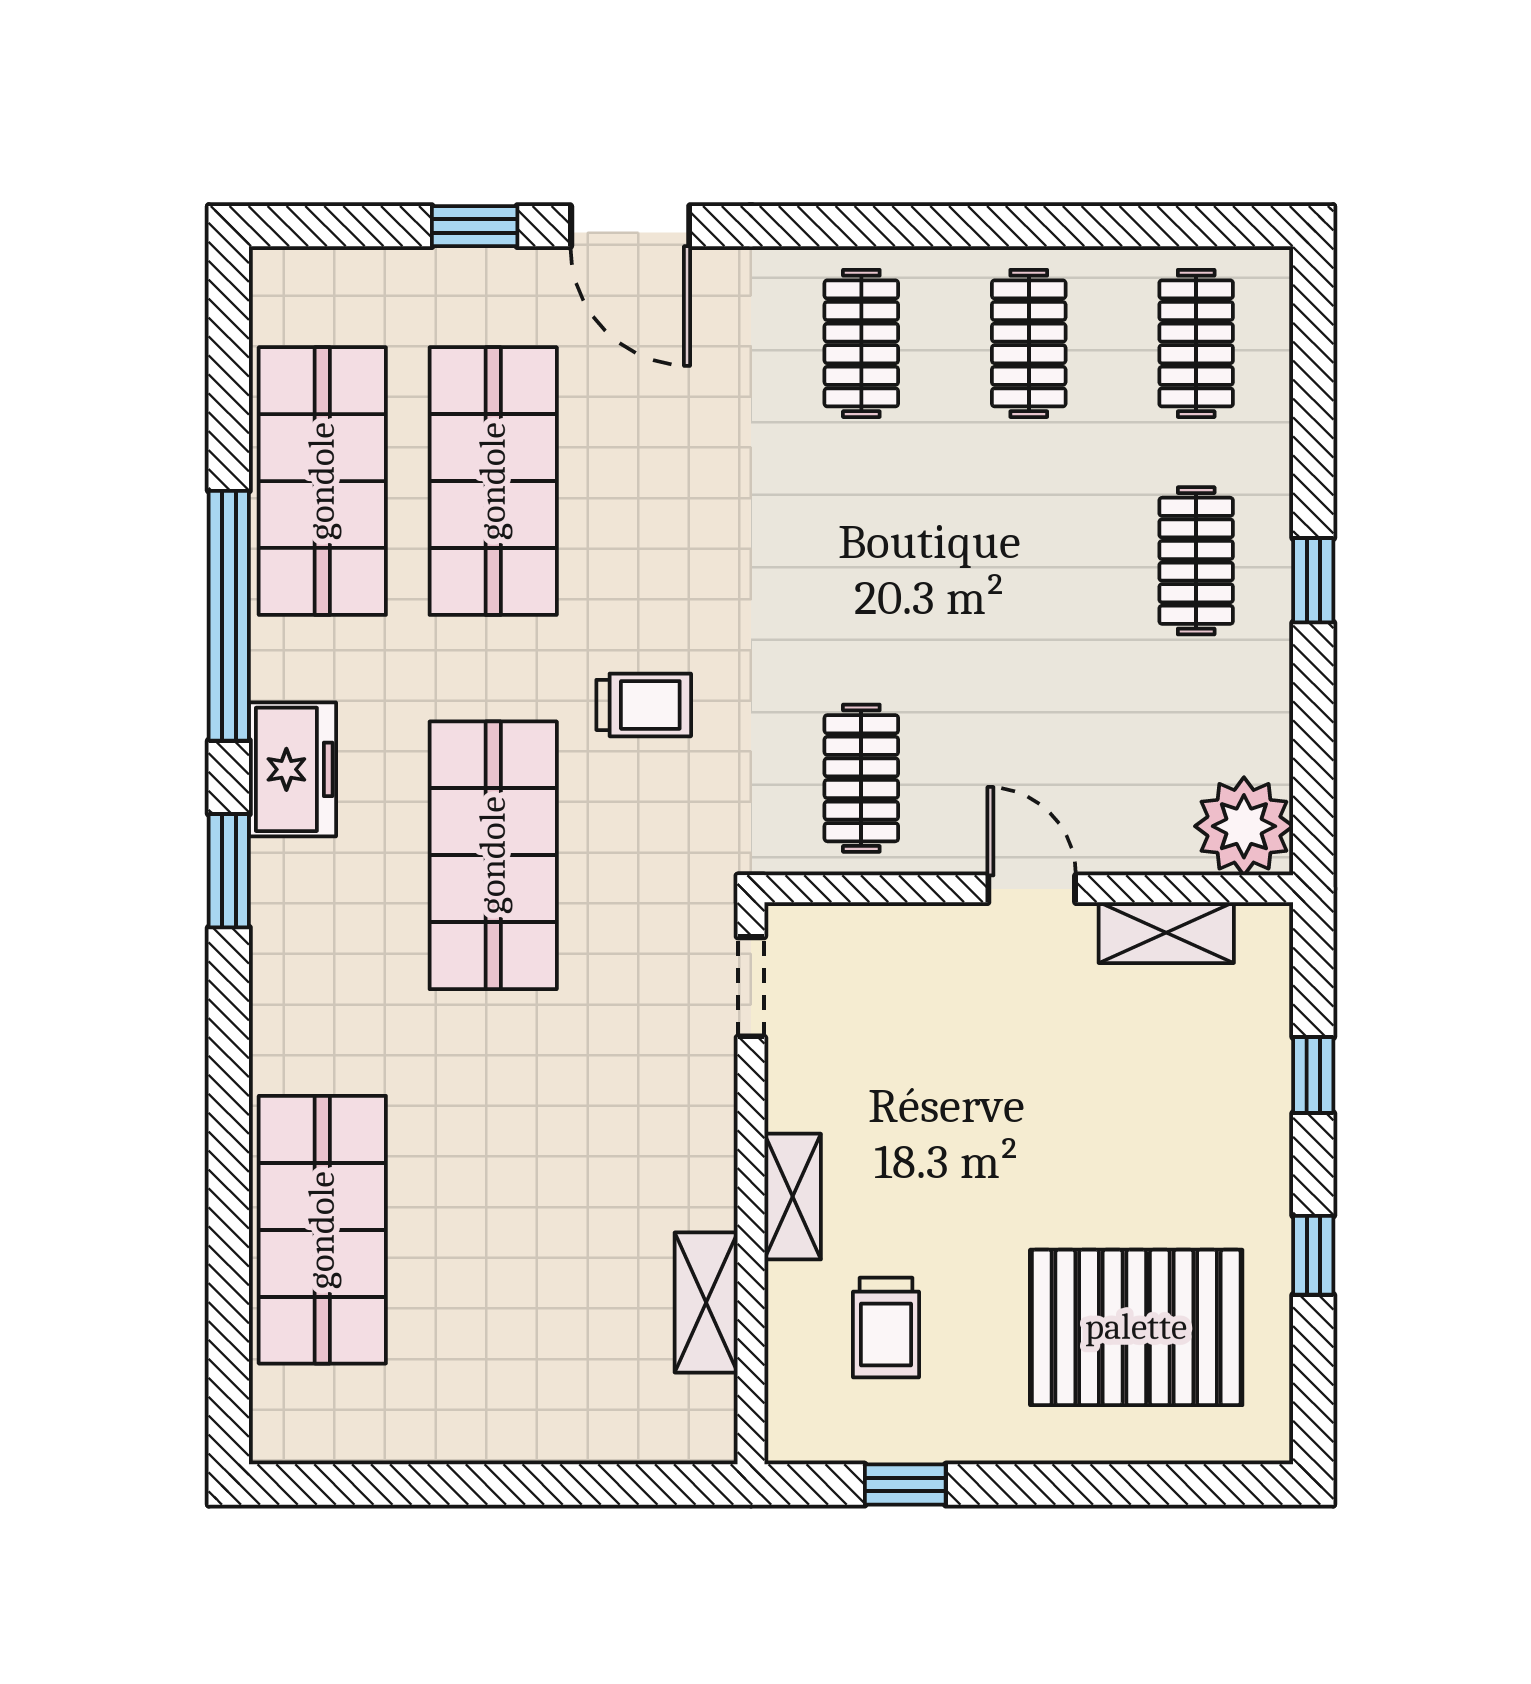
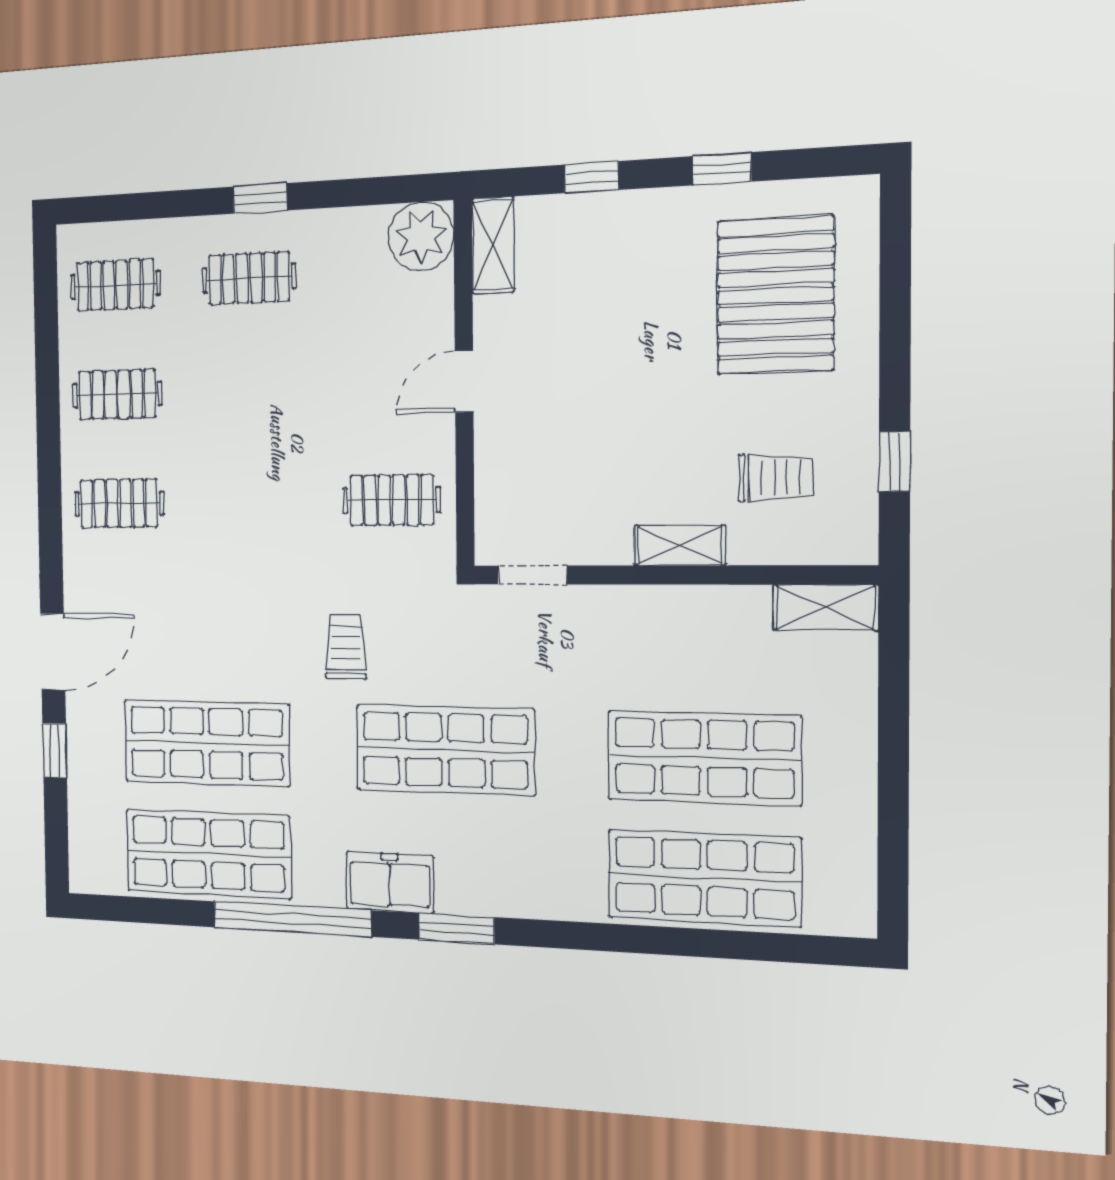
shelving: (1166, 933) -> (493, 245), moved
shop shelf: (493, 1230) -> (704, 758), added
shelving: (706, 1303) -> (825, 608), moved

